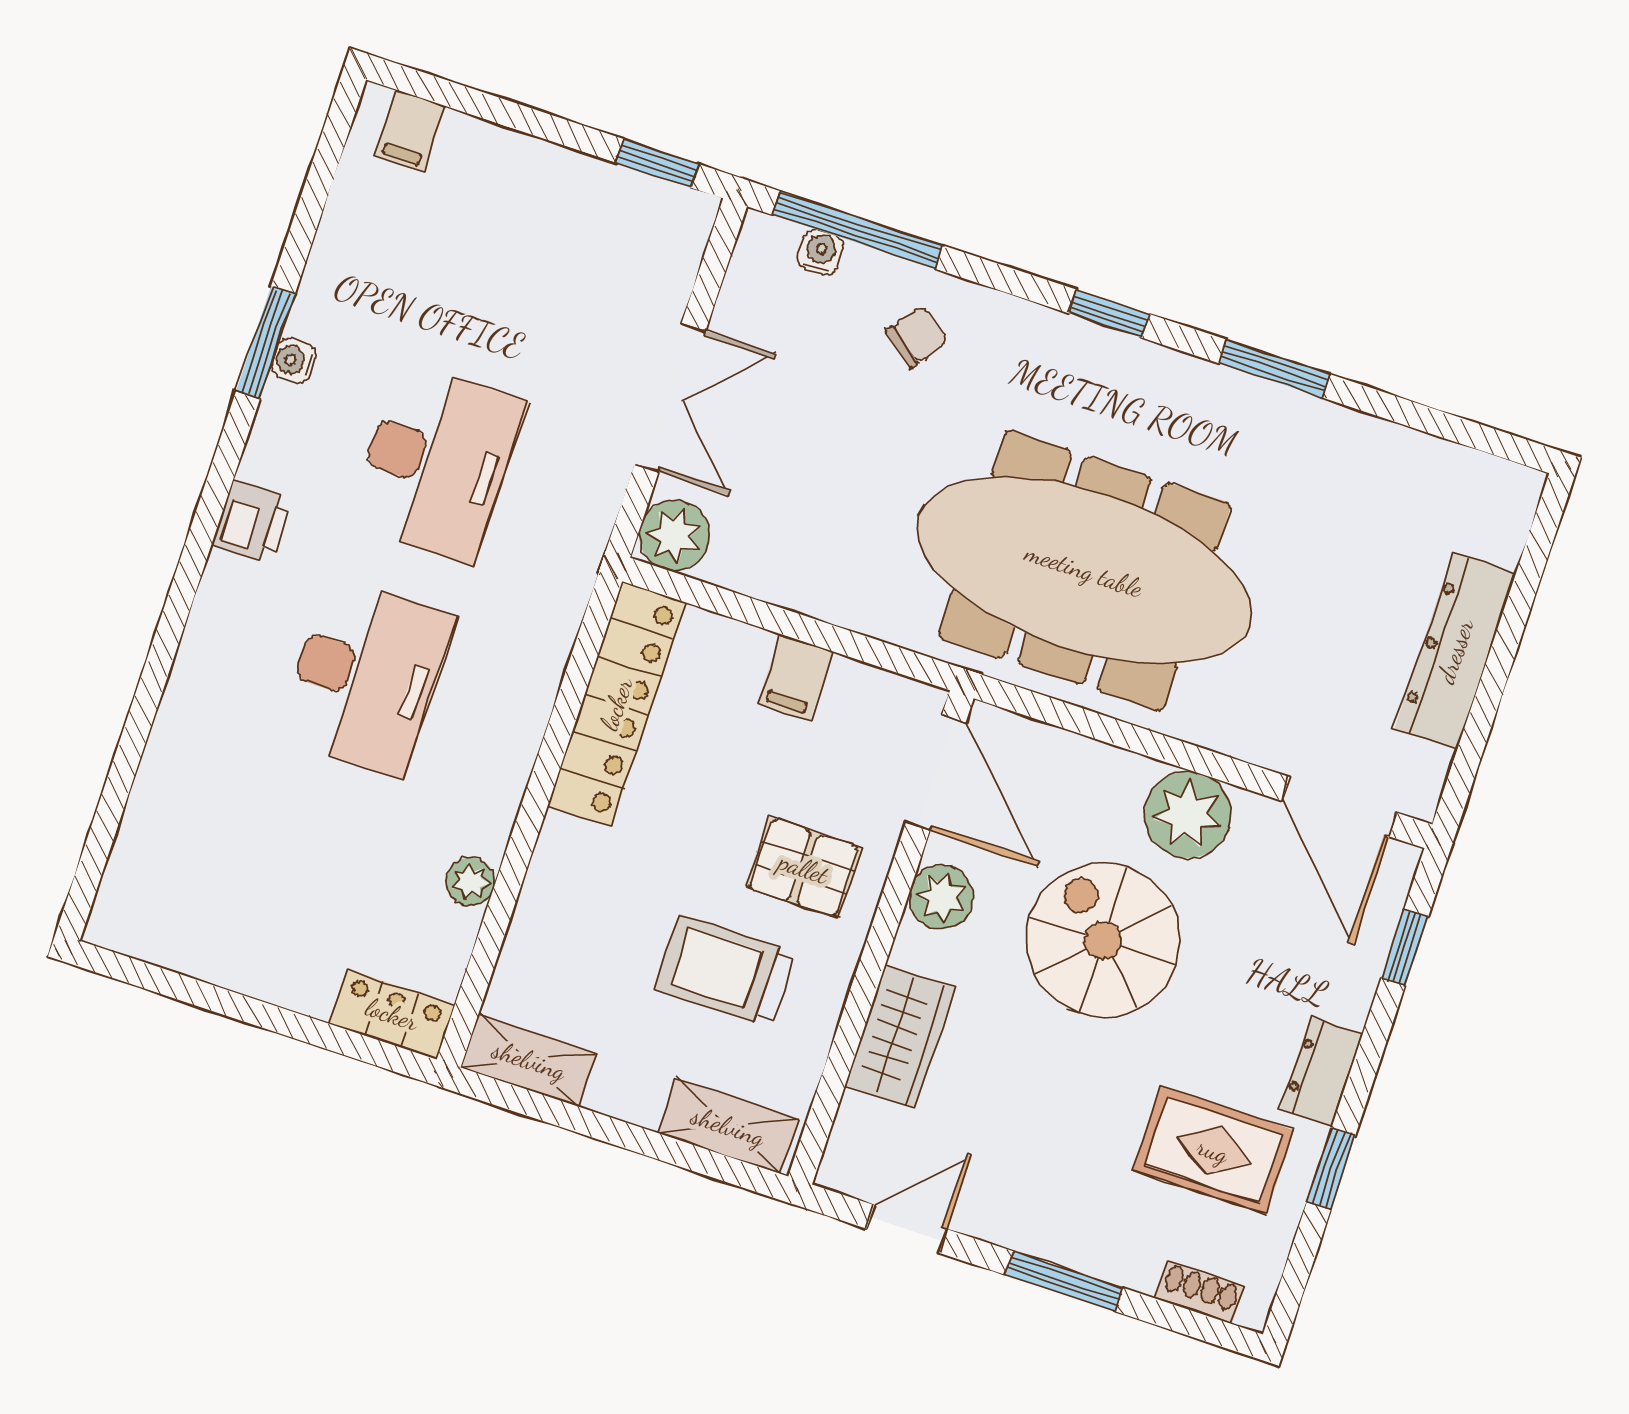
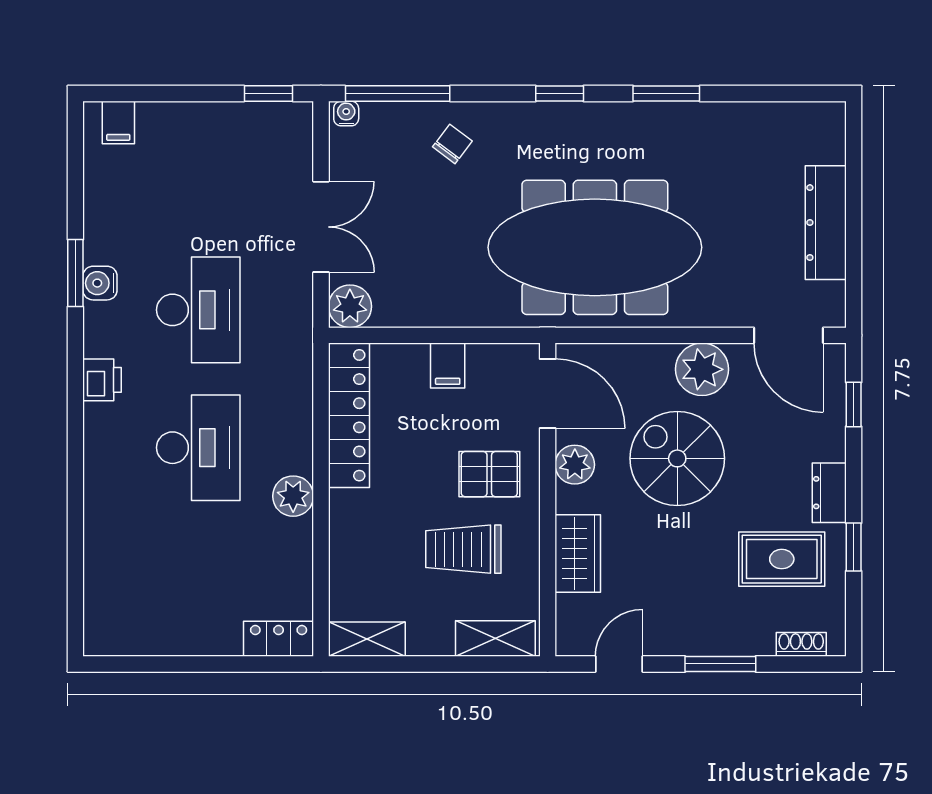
water cooler: (820, 252) -> (346, 114), moved
water cooler: (294, 361) -> (100, 283), width x1.38, depth x1.38
plant: (471, 882) -> (293, 496), moved, width x1.38, depth x1.38

